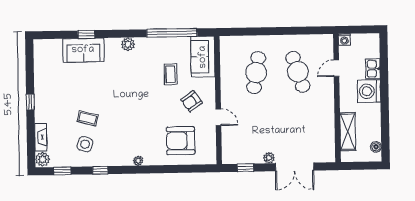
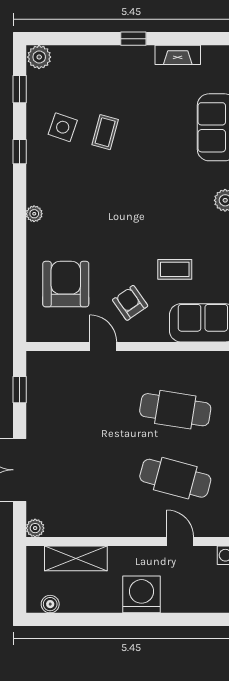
kitchen sink: (373, 69) -> (178, 601), removed
cafe table: (298, 72) -> (175, 478), turned 33
door: (218, 117) -> (103, 346), swing flipped
fireplace: (41, 137) -> (178, 55), moved
plant: (269, 158) -> (35, 528), moved

